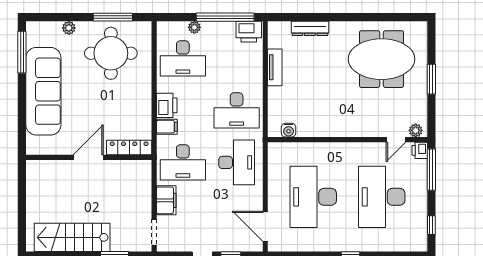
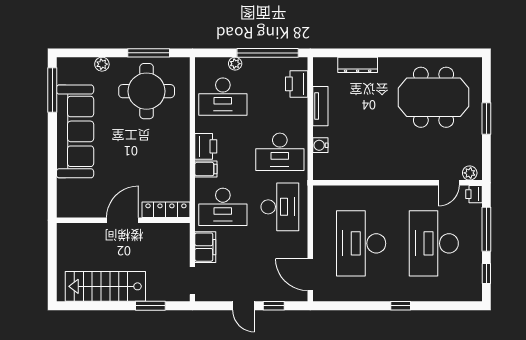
printer: (249, 32) -> (297, 84), moved, turned 90
water cooler: (289, 130) -> (320, 145), moved, turned 90
locker: (129, 147) -> (166, 210), moved
door: (88, 157) -> (123, 220), moved
wall: (89, 157) -> (123, 220), moved
window: (431, 170) -> (486, 229), moved

